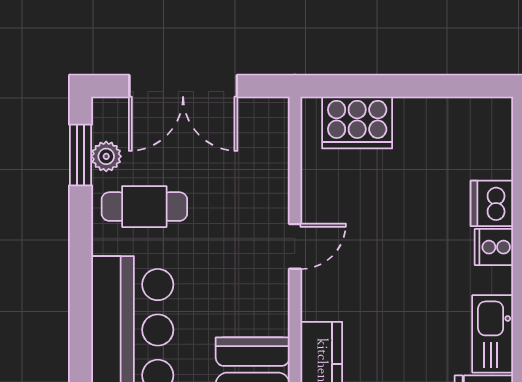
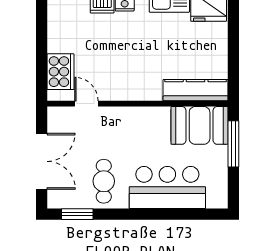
plant: (106, 156) -> (78, 201), removed
door: (295, 246) -> (86, 104), moved

